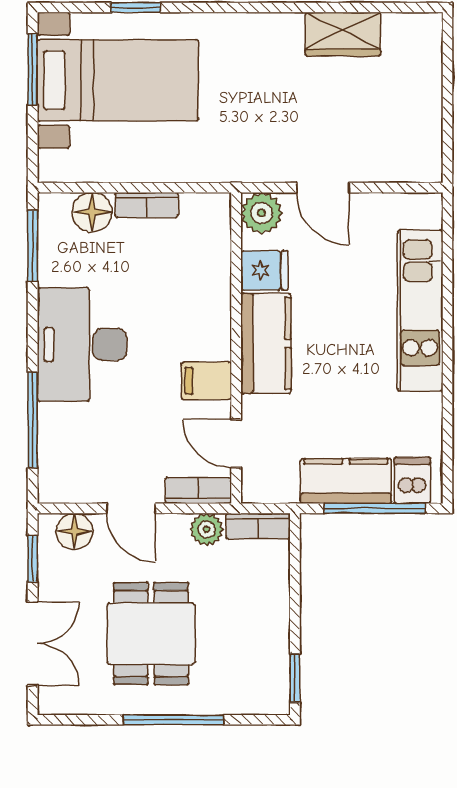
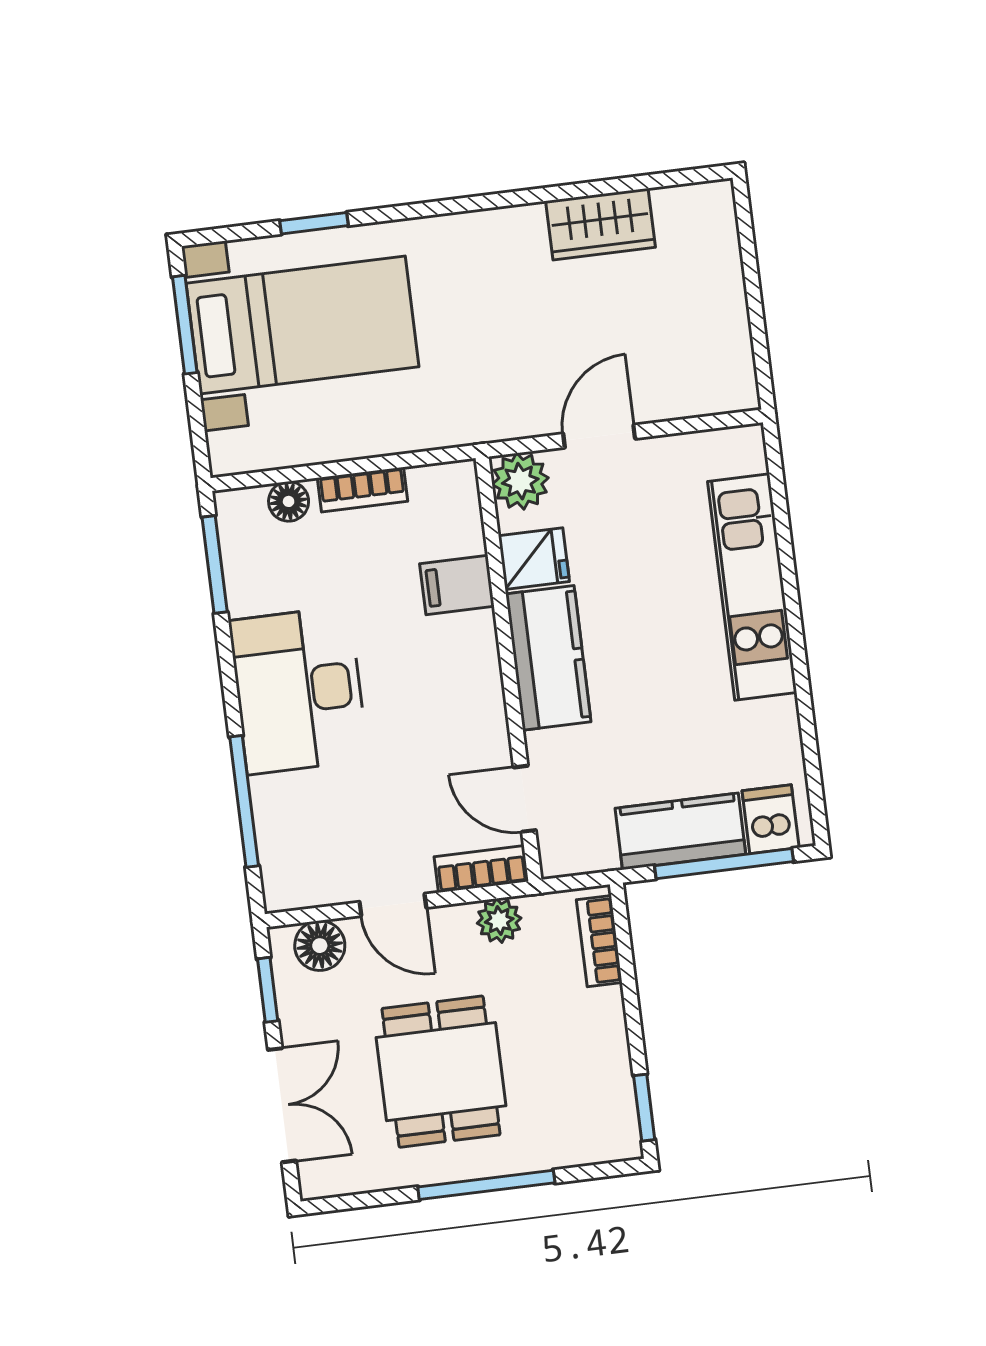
door: (323, 188) -> (599, 436), swing flipped
floor lamp: (92, 212) -> (289, 501), width x0.73, depth x0.73
filing cabinet: (206, 381) -> (457, 585), moved
bookcase: (258, 526) -> (599, 941), moved, turned 90

